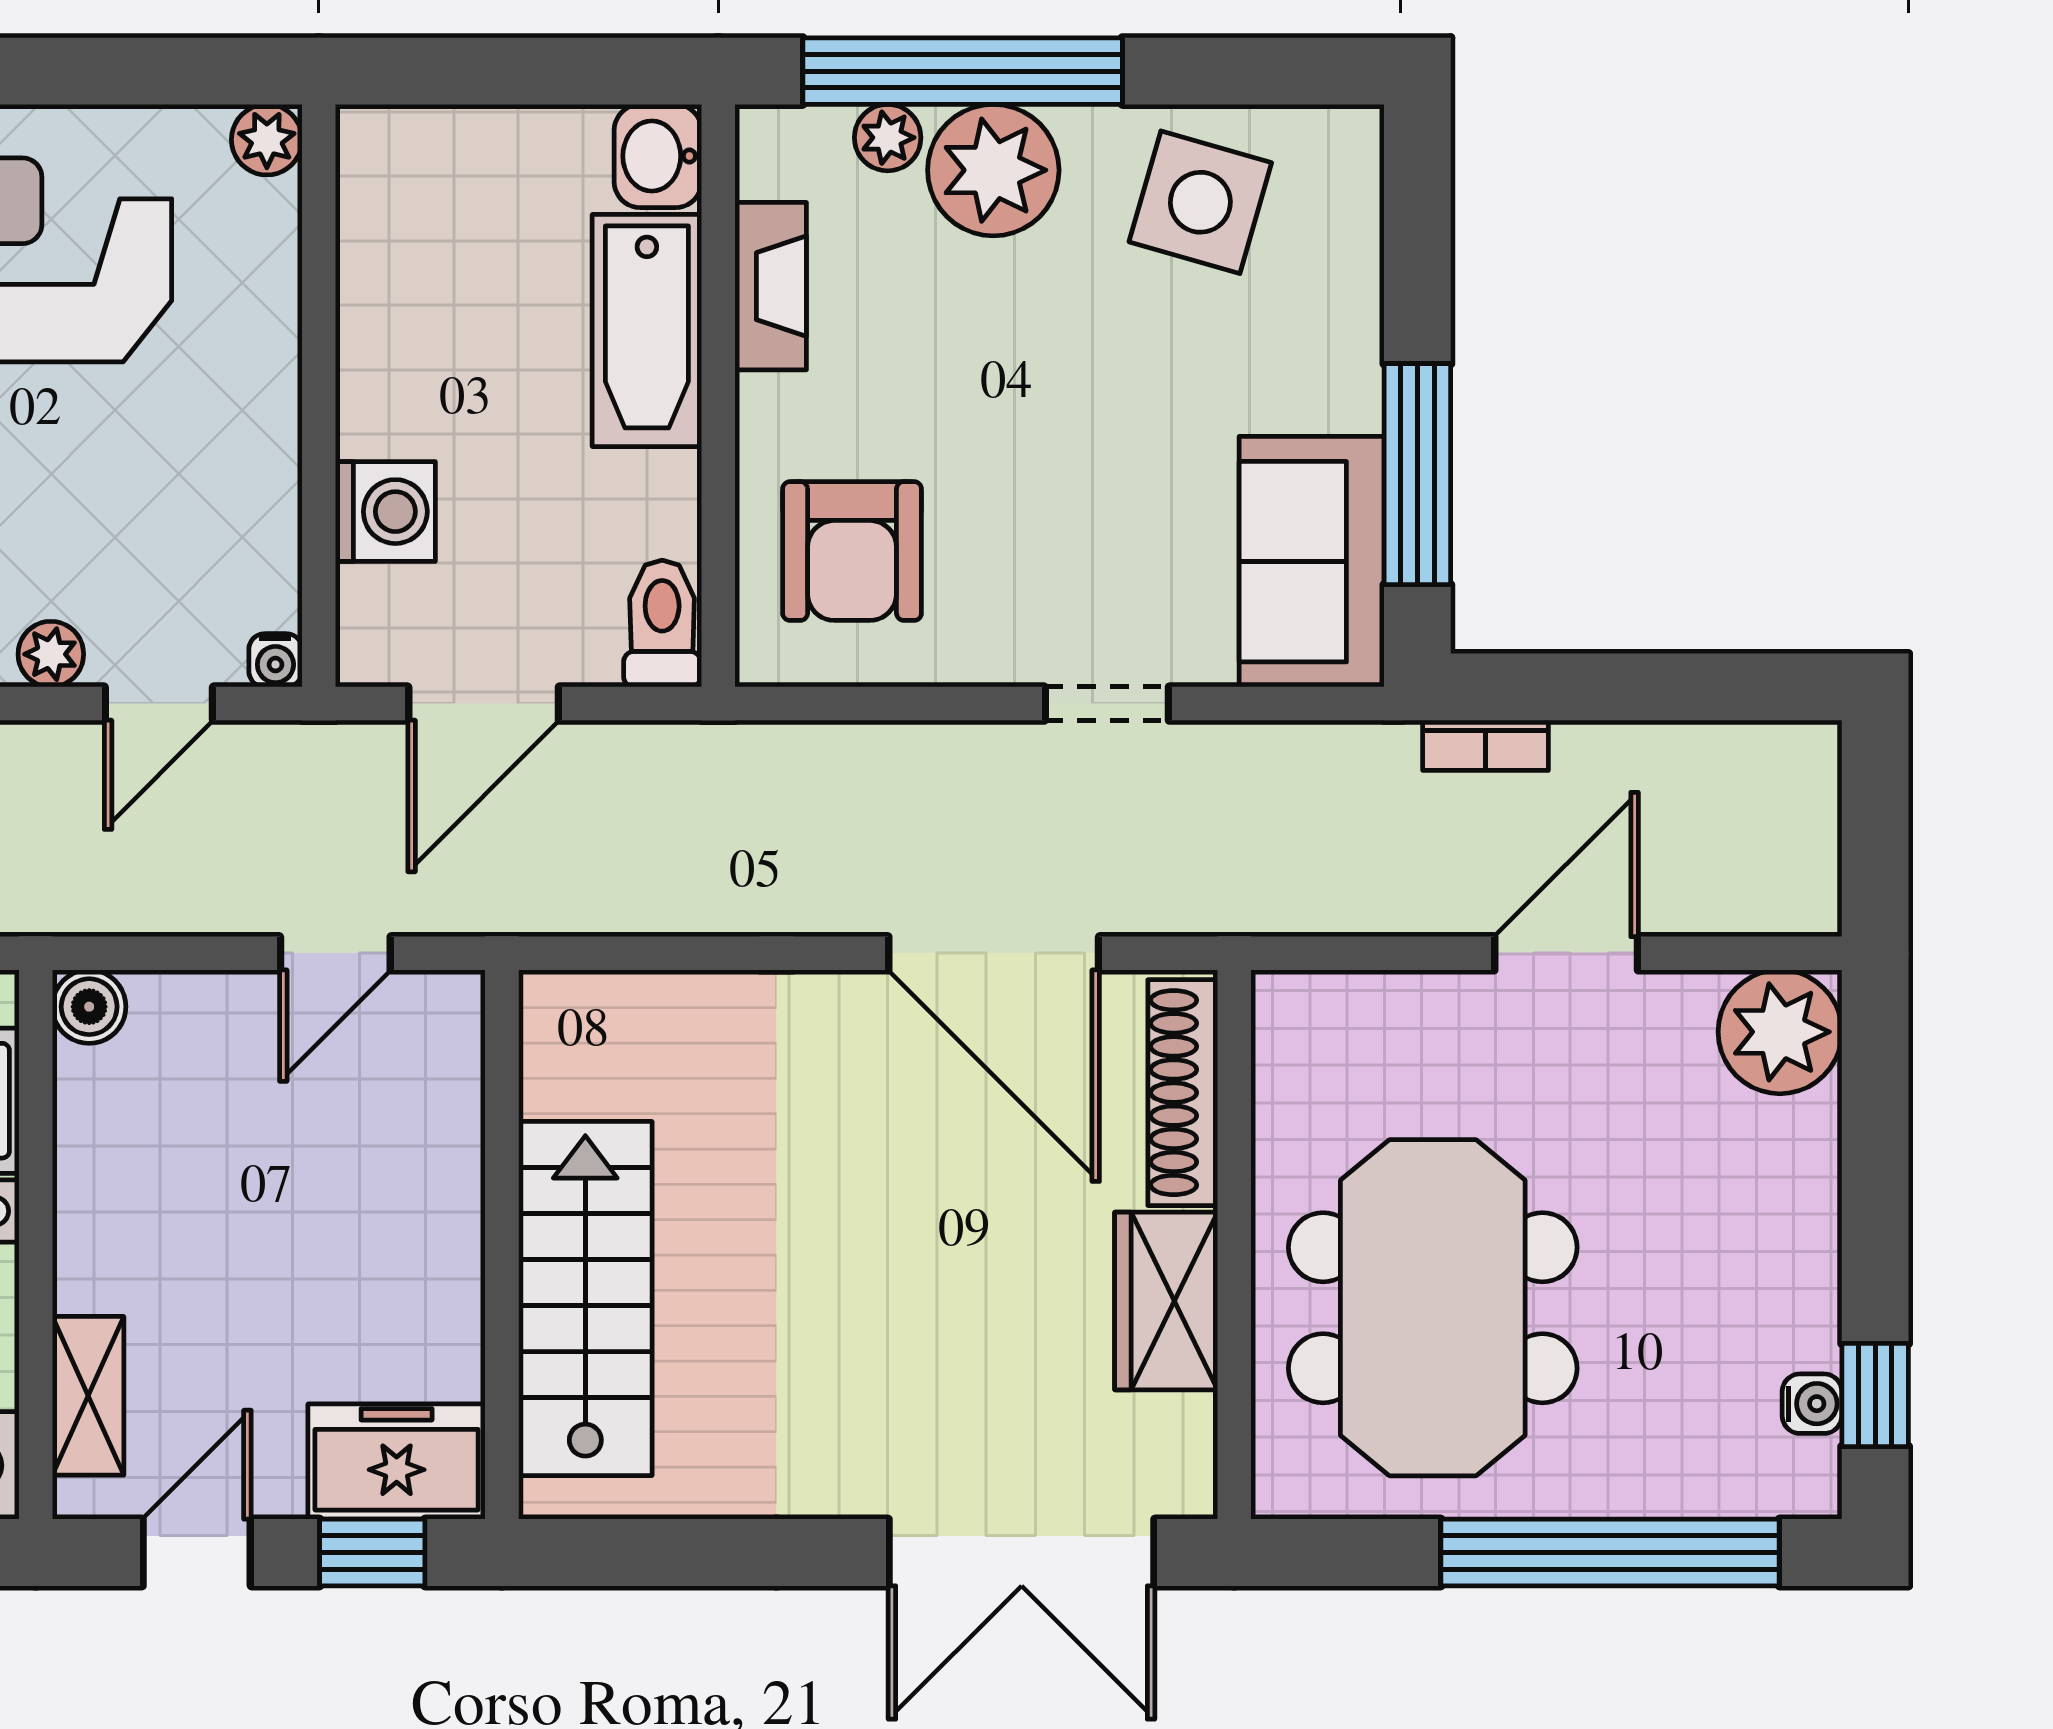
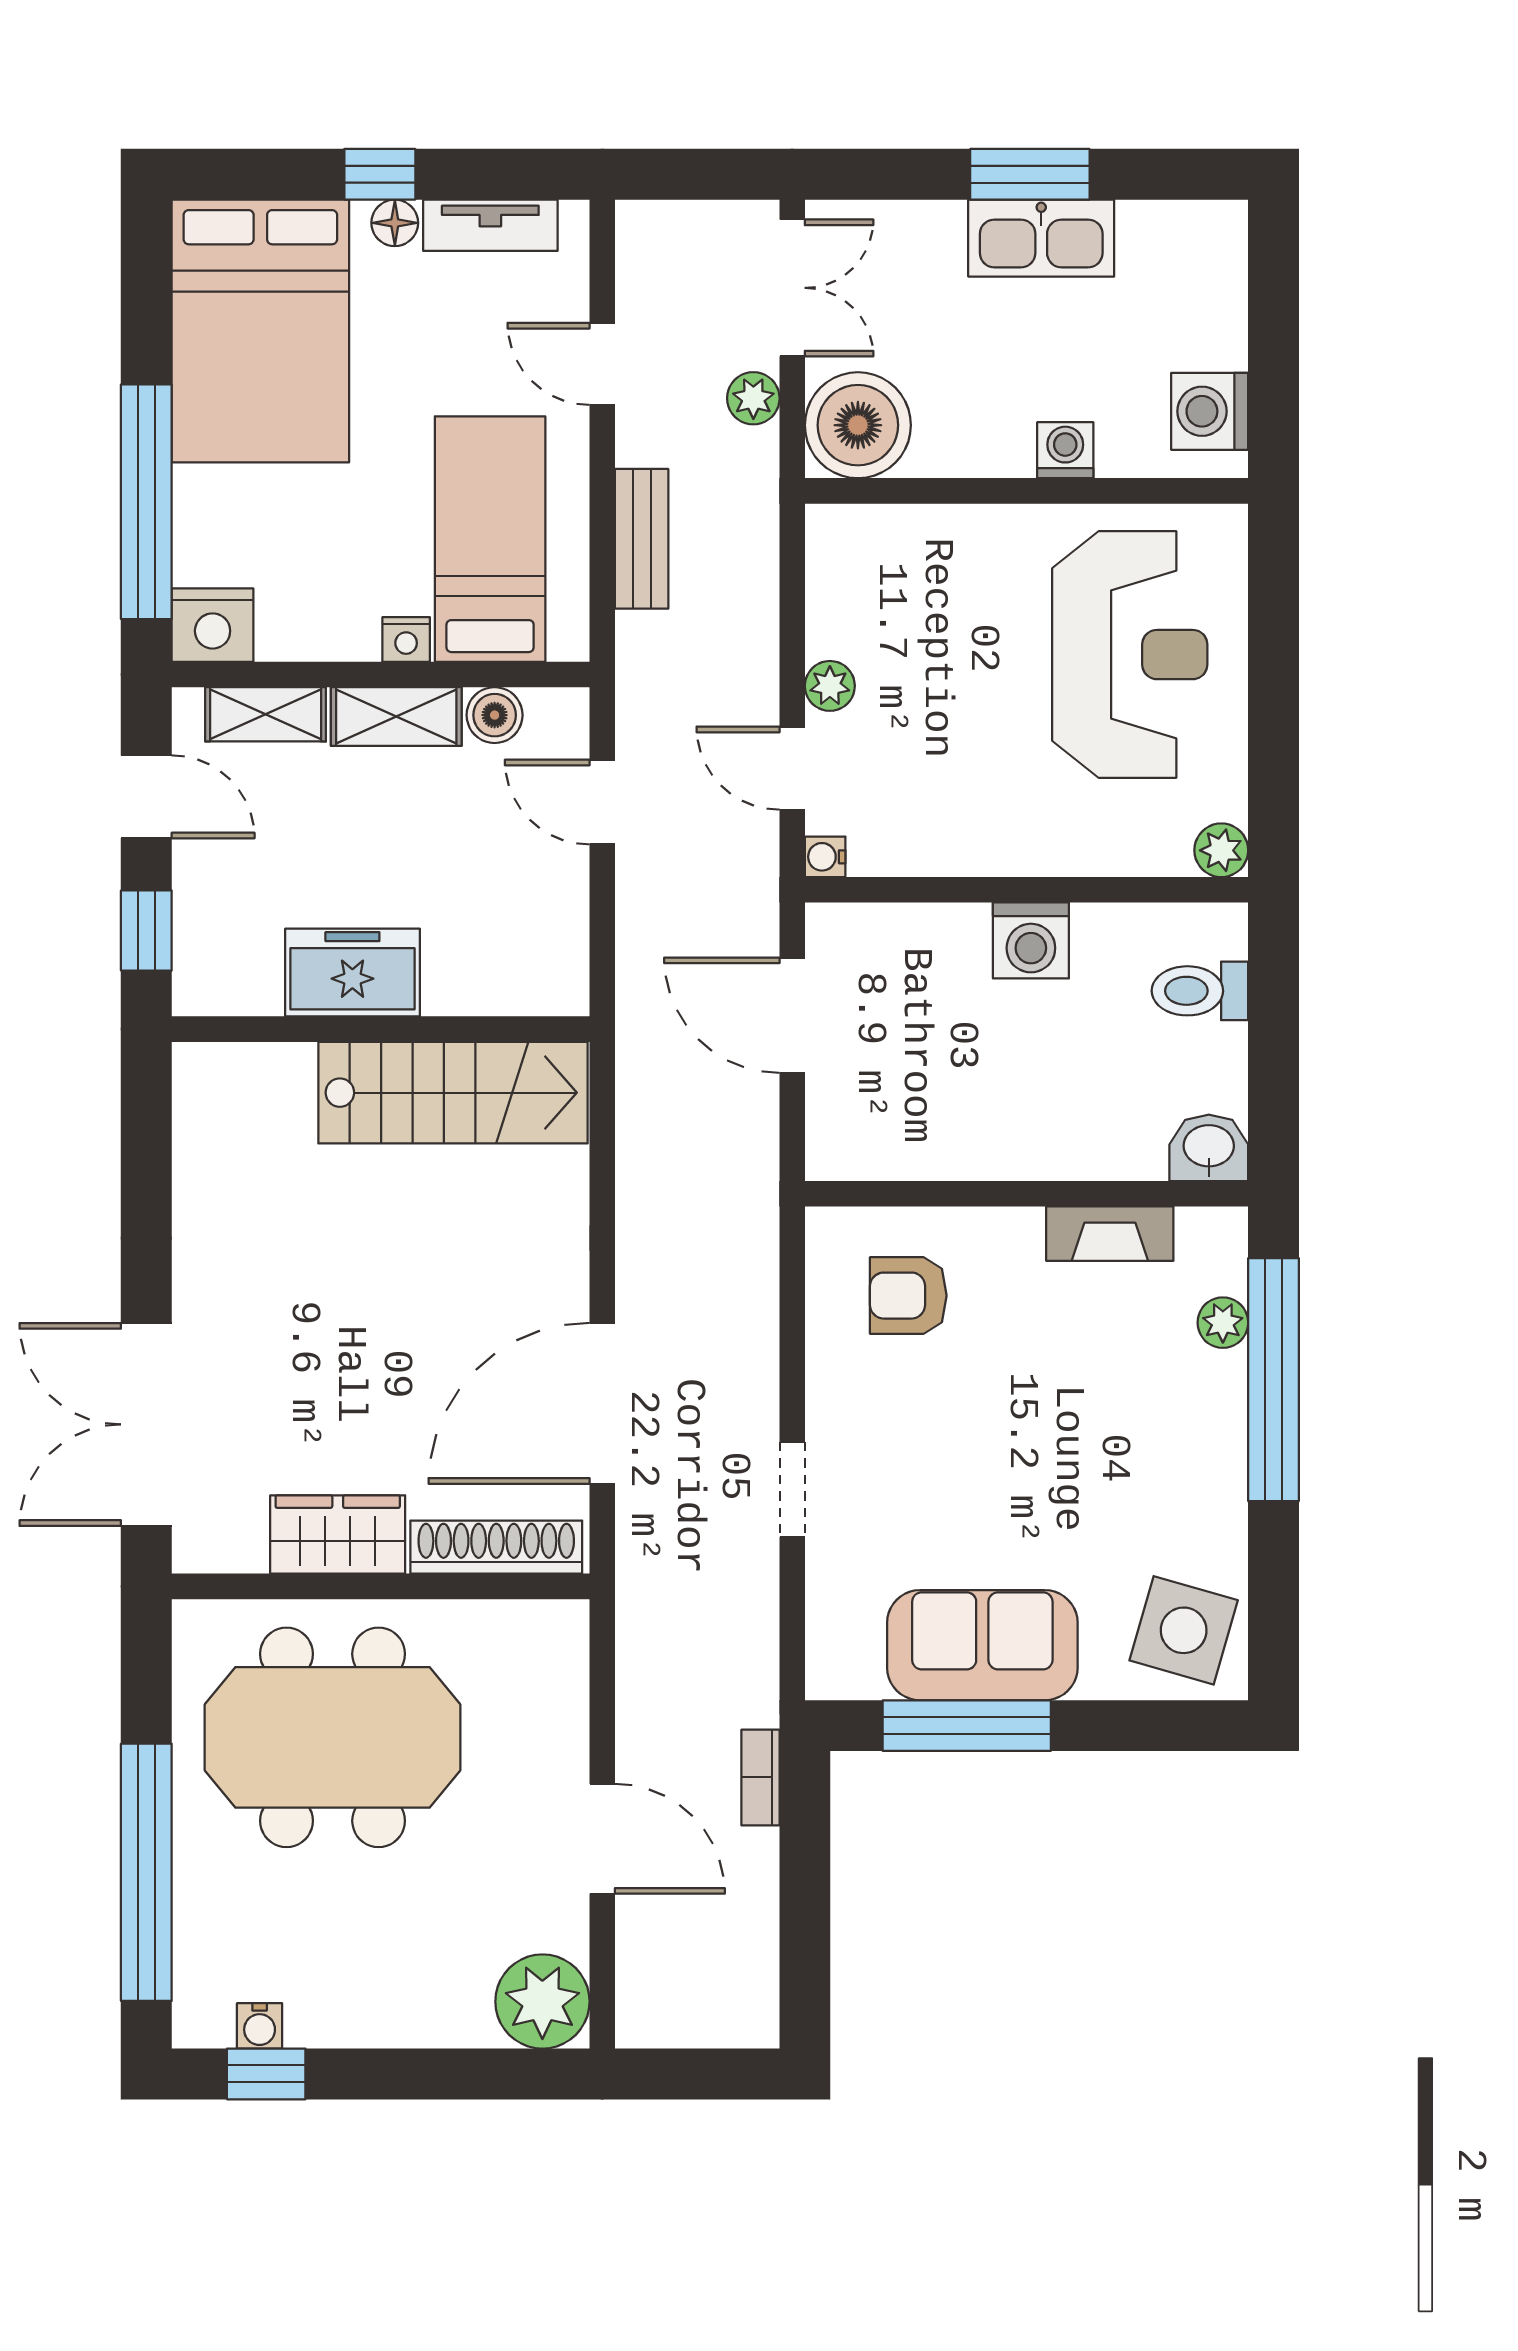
plant: (993, 170) -> (1198, 1403), removed
side table: (1200, 202) -> (1184, 1630), moved
bathtub: (647, 330) -> (1076, 1139), removed
washing machine: (385, 512) -> (1031, 940), moved
armchair: (852, 551) -> (908, 1296), width x0.72, depth x0.72
sofa: (1312, 562) -> (982, 1645), moved
toilet: (662, 624) -> (1200, 991), moved, turned 180
door: (335, 953) -> (602, 802), moved
boiler: (89, 1007) -> (495, 715), moved
shelving: (91, 1224) -> (396, 717), added
stairs: (585, 1298) -> (453, 1093), moved
freezer: (397, 1462) -> (352, 973), moved, turned -90

